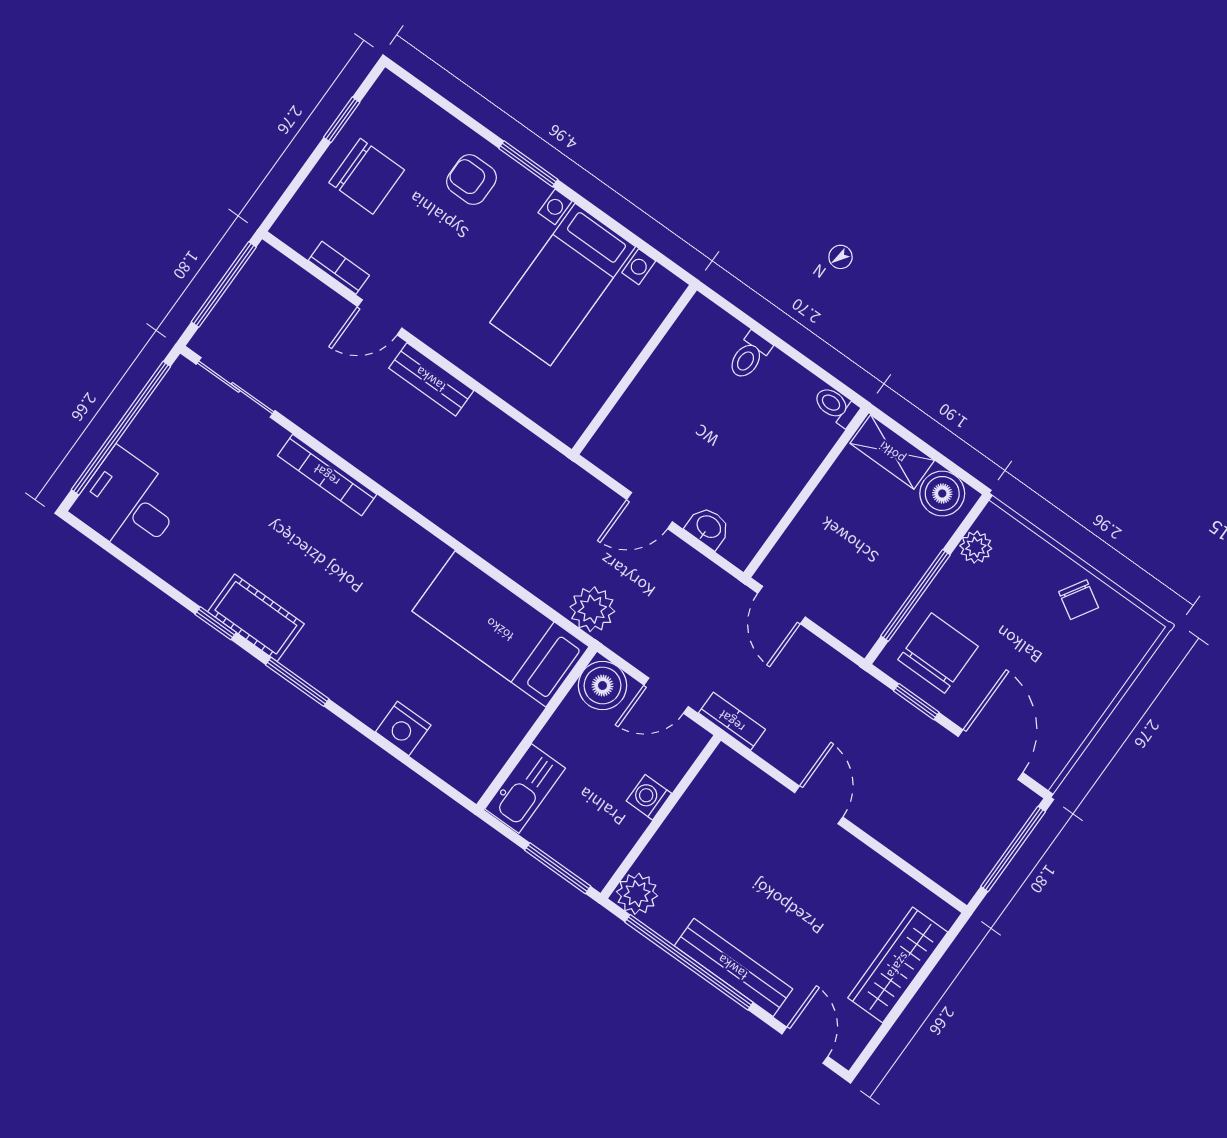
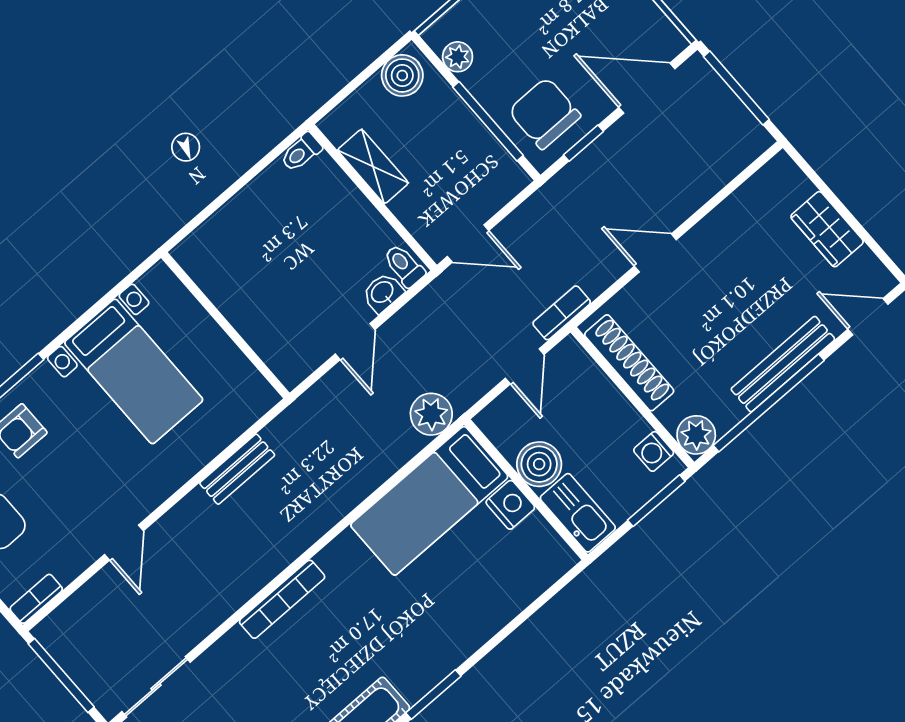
bookcase: (339, 268) -> (36, 599), moved
toilet: (749, 356) -> (404, 266), moved, turned 180
bench: (431, 379) -> (237, 469), moved
shelving: (892, 452) -> (373, 166), moved, turned 90
bookcase: (327, 475) -> (282, 599), moved
boiler: (602, 686) -> (539, 464), moved
nightstand: (403, 728) -> (510, 505), moved, turned -90
washing machine: (649, 797) -> (654, 451), moved
shoe rack: (696, 805) -> (629, 363), added
wardrobe: (898, 965) -> (827, 229), width x0.67

